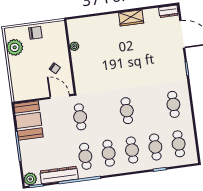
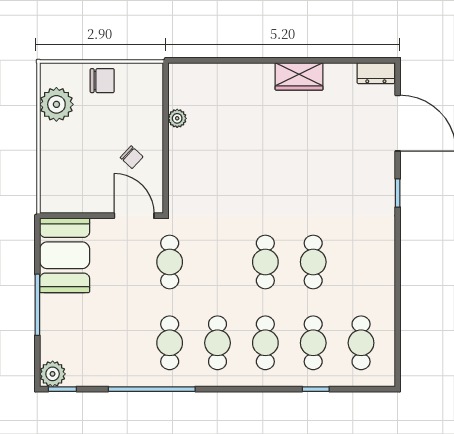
cafe table: (173, 104) -> (313, 262), moved
dresser: (59, 175) -> (112, 373), removed

